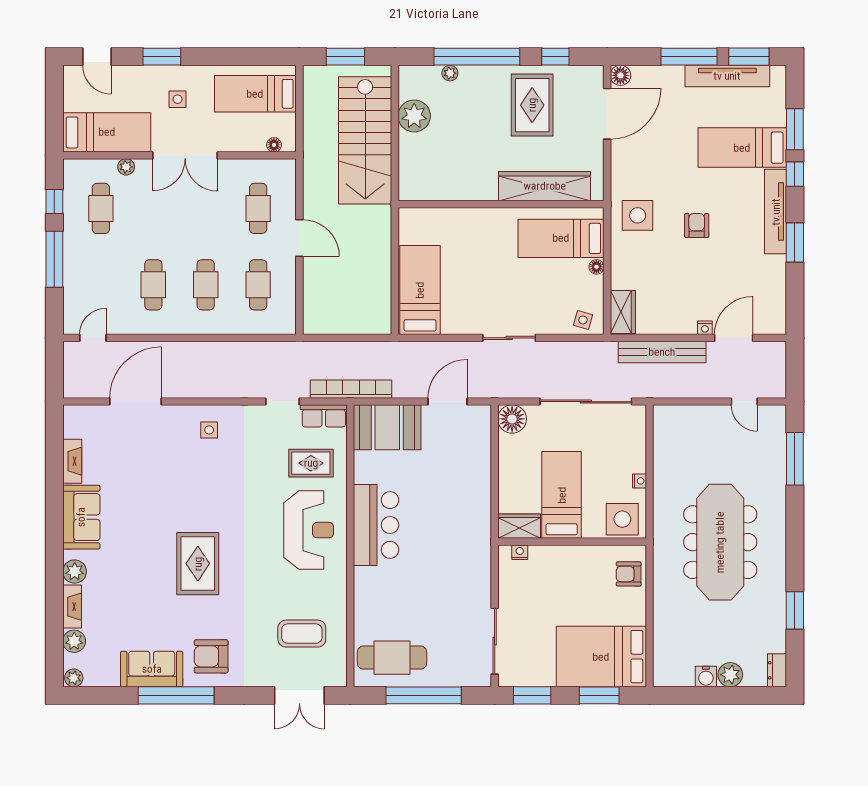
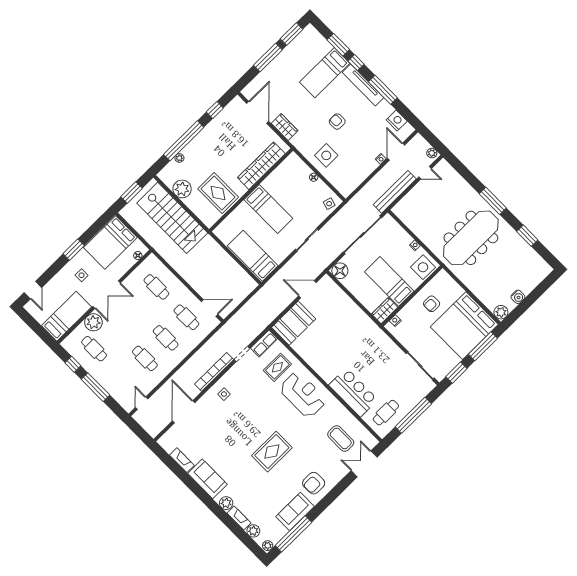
door: (97, 57) -> (33, 290), hinge flipped
window: (162, 57) -> (74, 250), moved
floor lamp: (620, 75) -> (248, 92), removed
tv unit: (727, 76) -> (291, 50), removed
bed: (255, 94) -> (110, 243), width x1.50
rug: (532, 105) -> (218, 193), moved
plant: (126, 167) -> (93, 322), width x1.87, depth x1.87
side table: (638, 215) -> (326, 155), moved
door: (299, 238) -> (210, 308), moved
bed: (561, 238) -> (268, 209), moved, turned -90
window: (795, 243) -> (383, 90), width x1.44
nightstand: (774, 299) -> (397, 121), added
wardrobe: (623, 312) -> (285, 127), moved
bench: (662, 352) -> (395, 192), moved
plant: (778, 385) -> (432, 153), added
bookcase: (351, 389) -> (214, 372), moved
door: (448, 402) -> (307, 289), hinge flipped
window: (795, 459) -> (493, 201), moved
bar counter: (376, 525) -> (353, 392), moved
meeting table: (720, 542) -> (471, 238), turned 90
rug: (198, 564) -> (272, 452), turned 90
armchair: (629, 574) -> (432, 304), moved
coffee table: (302, 634) -> (341, 438), turned 90
bed: (601, 657) -> (464, 326), width x1.36
cafe table: (392, 658) -> (386, 413), width x0.73, depth x0.74
dresser: (777, 670) -> (544, 266), removed
plant: (730, 675) -> (501, 312), moved
window: (176, 695) -> (293, 534), moved
double door: (299, 695) -> (364, 464), swing flipped
window: (599, 695) -> (483, 346), width x1.44

